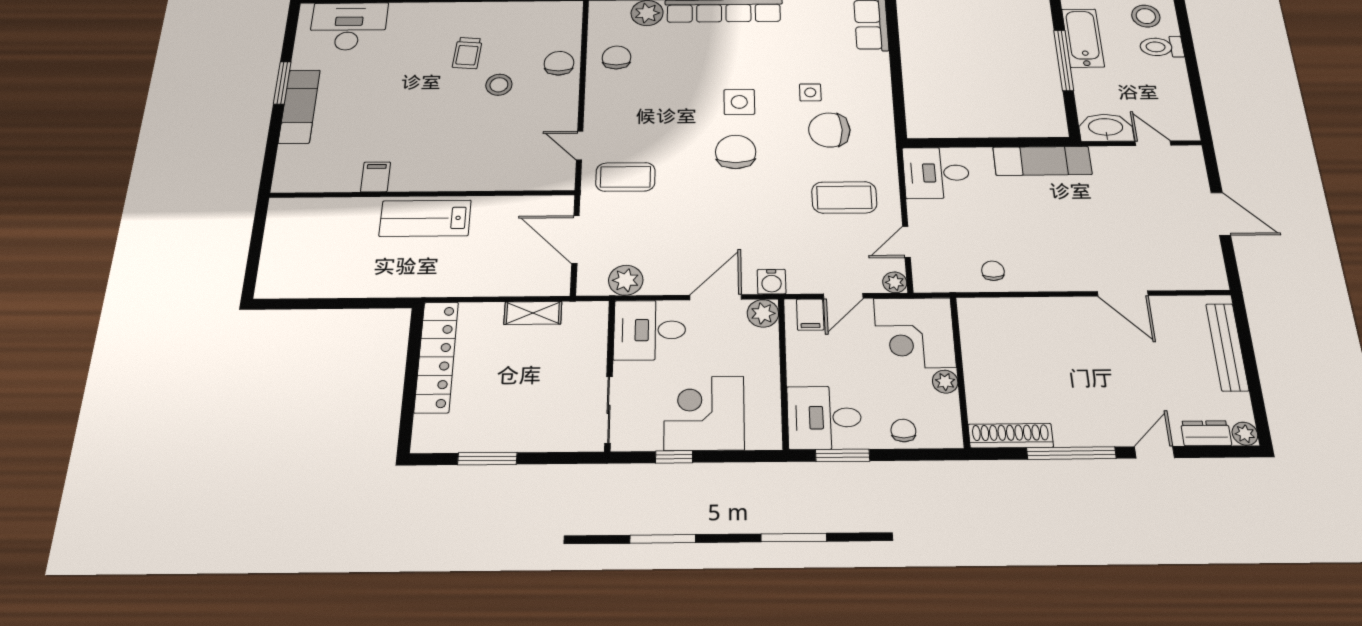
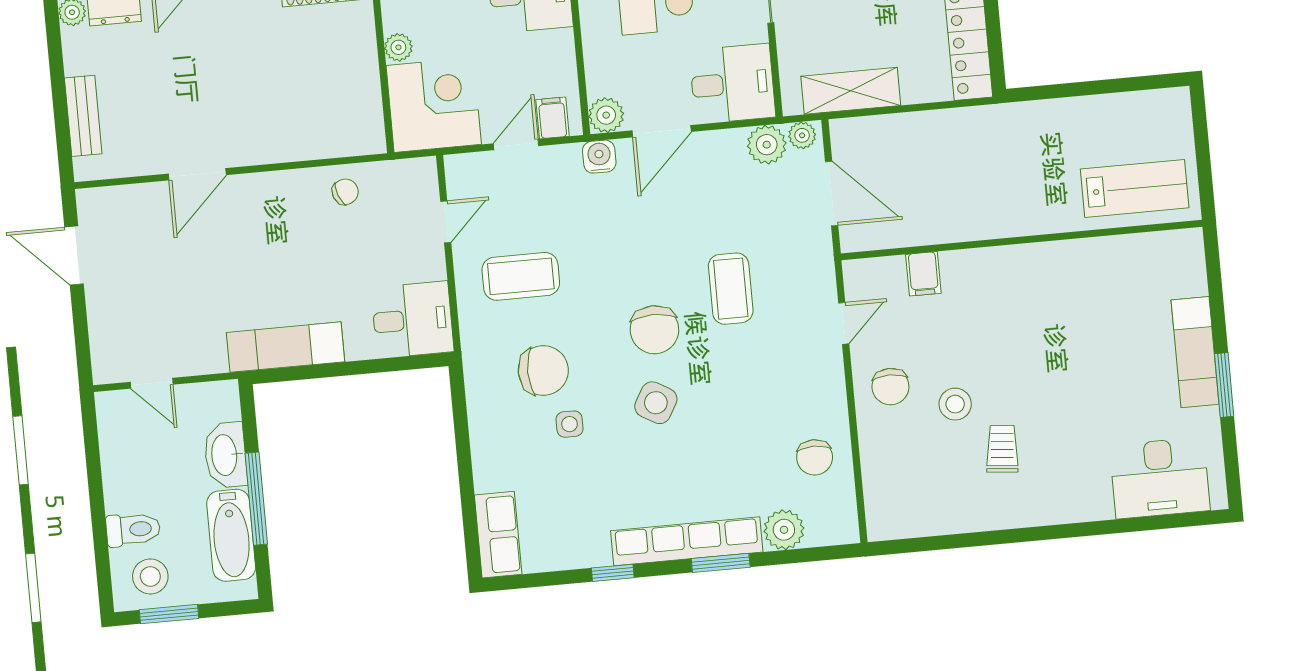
chair: (559, 63) -> (890, 387), moved
side table: (739, 102) -> (656, 403), turned 30
washbasin: (1106, 128) -> (225, 455), moved, turned 90
door: (580, 146) -> (844, 323), hinge flipped
filing cabinet: (376, 177) -> (923, 274), moved
coffee table: (625, 177) -> (731, 289), moved, turned 90
door: (1221, 214) -> (74, 255), moved
lab bench: (425, 218) -> (1135, 188), moved
chair: (993, 271) -> (345, 192), turned -111
plant: (895, 282) -> (802, 135), moved
door: (1123, 293) -> (197, 174), swing flipped
shelving: (533, 313) -> (851, 91), width x1.50, depth x1.33
bench: (1227, 347) -> (83, 116), width x0.73

